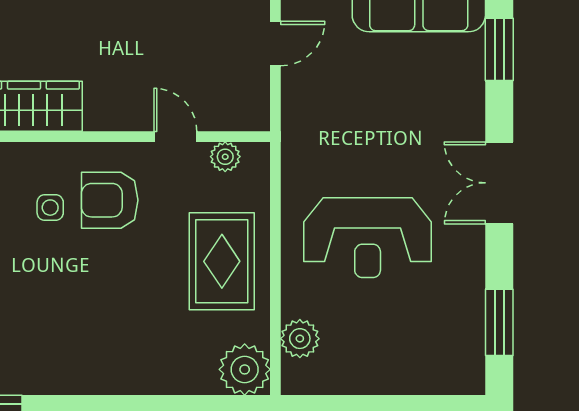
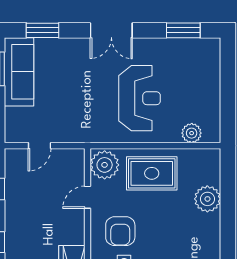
door: (275, 43) -> (39, 146), swing flipped
plant: (225, 157) -> (105, 165), width x1.88, depth x1.88
plant: (245, 369) -> (207, 199), moved

